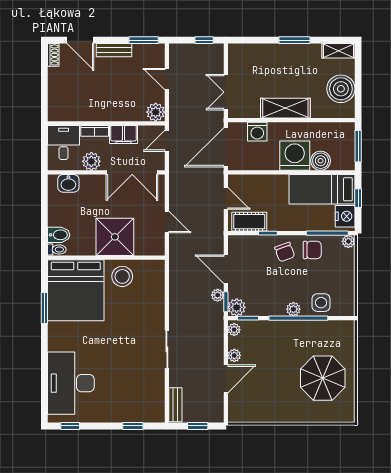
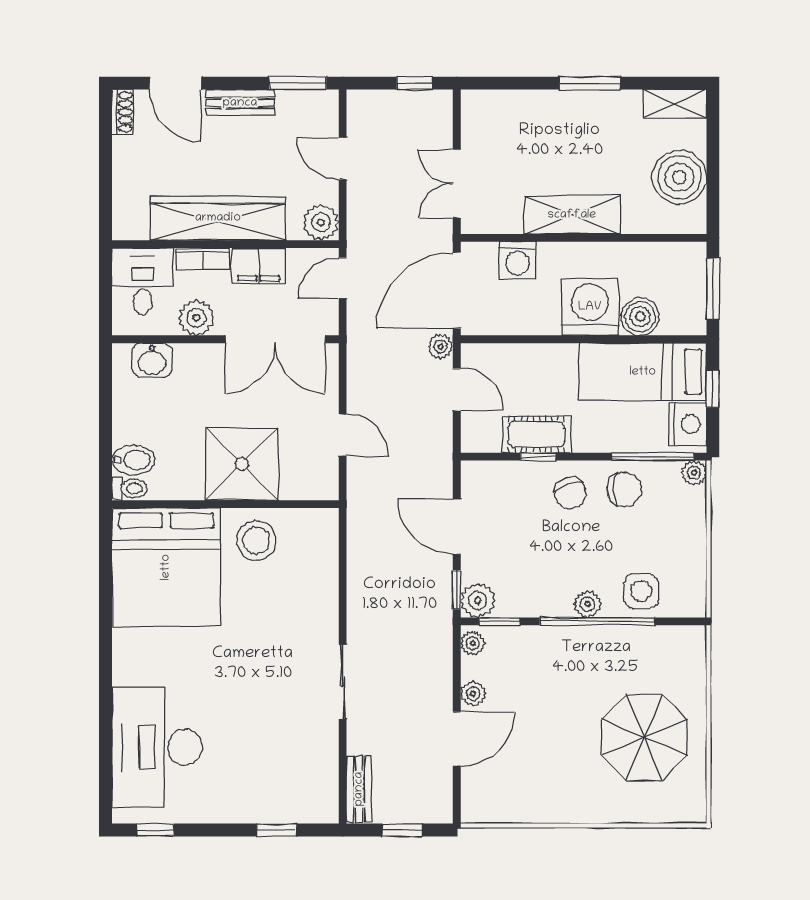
wardrobe: (102, 110) -> (218, 218), added
cot: (249, 222) -> (537, 434), moved
plant: (218, 295) -> (441, 347), moved
window: (44, 308) -> (105, 602), removed

